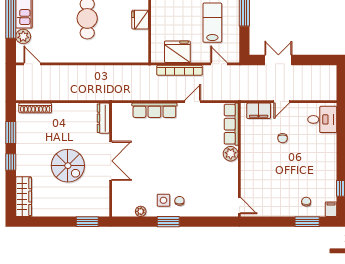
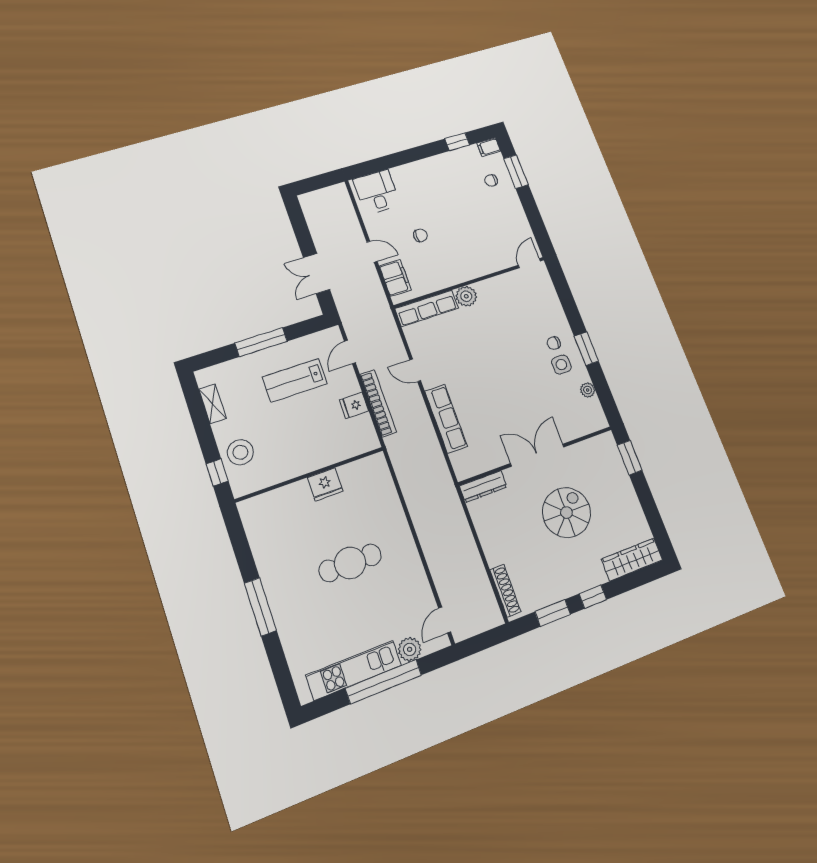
fridge: (177, 52) -> (354, 405), width x0.53, depth x0.75

